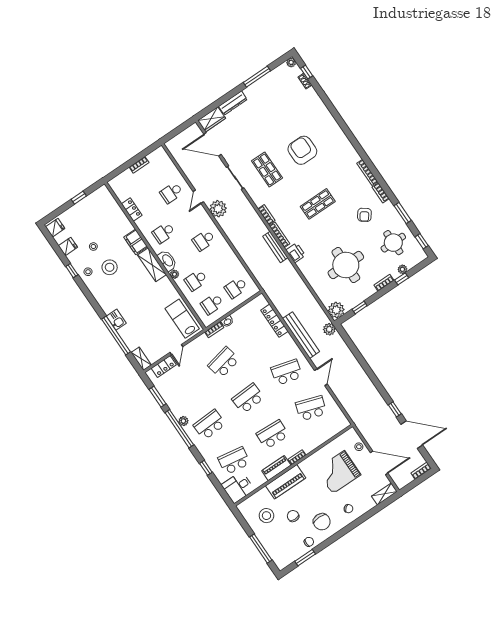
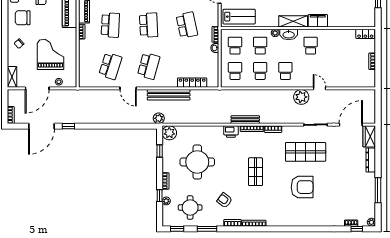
shop shelf: (267, 169) -> (306, 152), width x1.43, depth x1.36
school desk: (171, 193) -> (260, 71), moved
locker: (132, 210) -> (365, 34), moved

